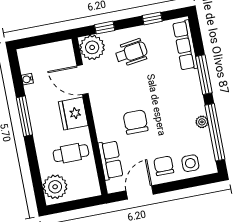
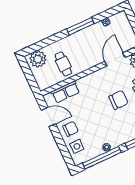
fridge: (73, 114) -> (90, 59), removed
chair: (136, 122) -> (119, 100), moved

